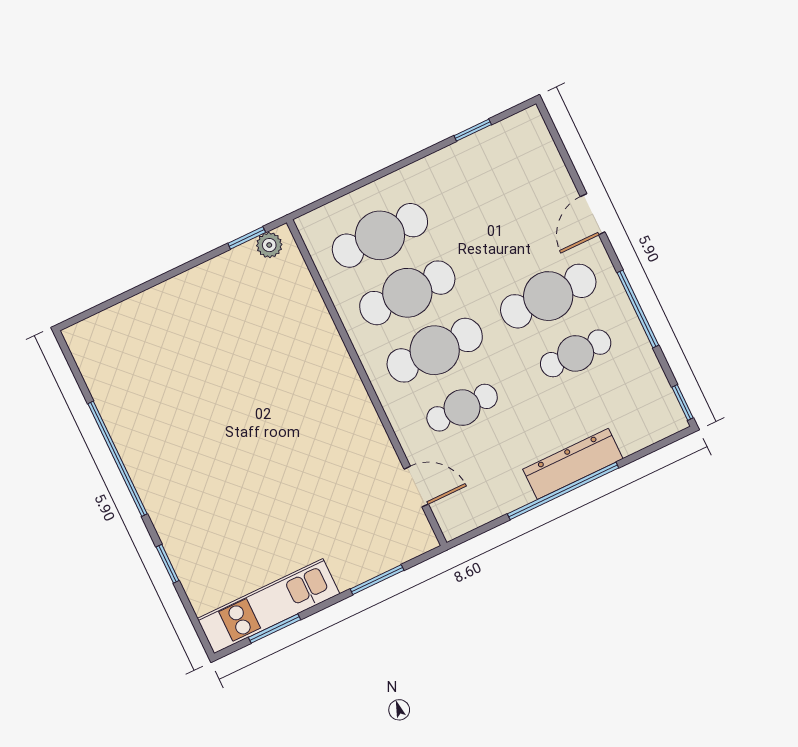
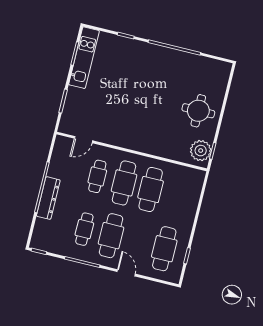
cafe table: (380, 235) -> (164, 249), moved
plant: (269, 245) -> (201, 151), width x1.88, depth x1.88
round table: (196, 323) -> (198, 111), added

